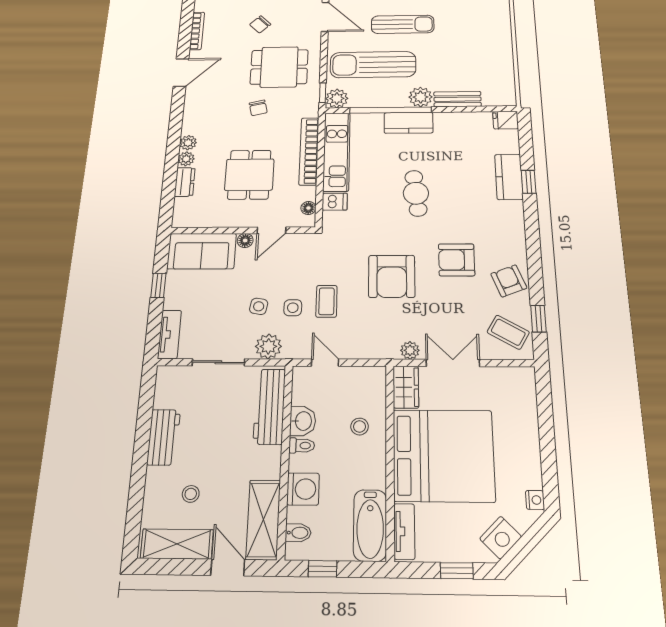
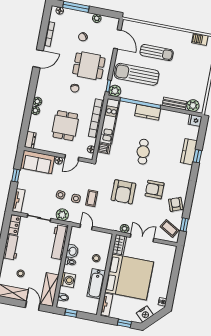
plant: (421, 97) -> (193, 106), moved
dresser: (185, 182) -> (30, 140), moved
locker: (165, 387) -> (14, 225), added
bathtub: (370, 525) -> (96, 284), moved

